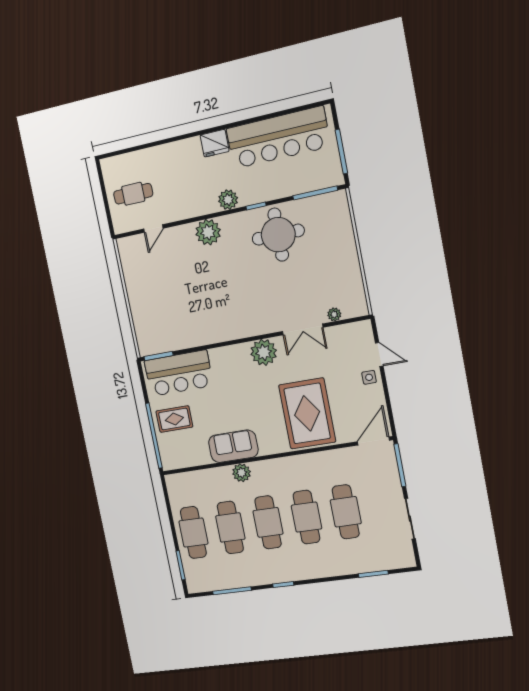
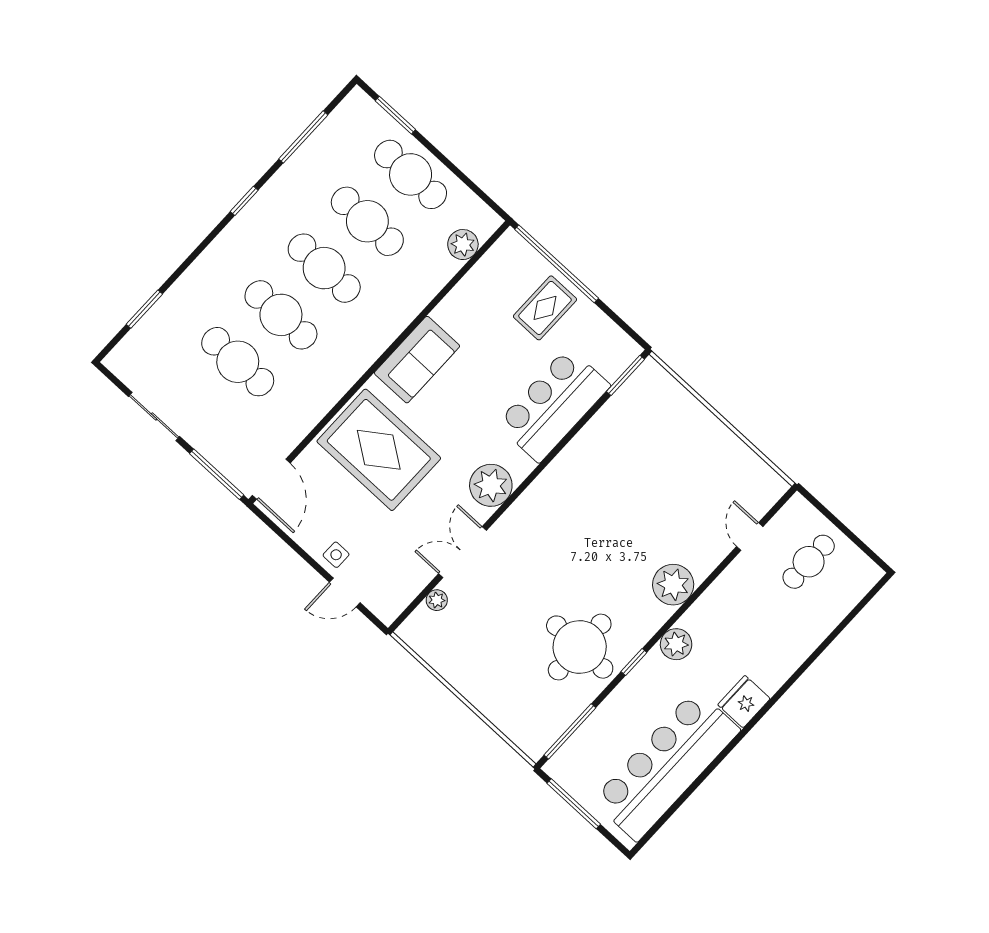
bar counter: (179, 373) -> (554, 405), moved
sofa: (233, 446) -> (417, 360), moved
plant: (242, 473) -> (463, 245), moved

